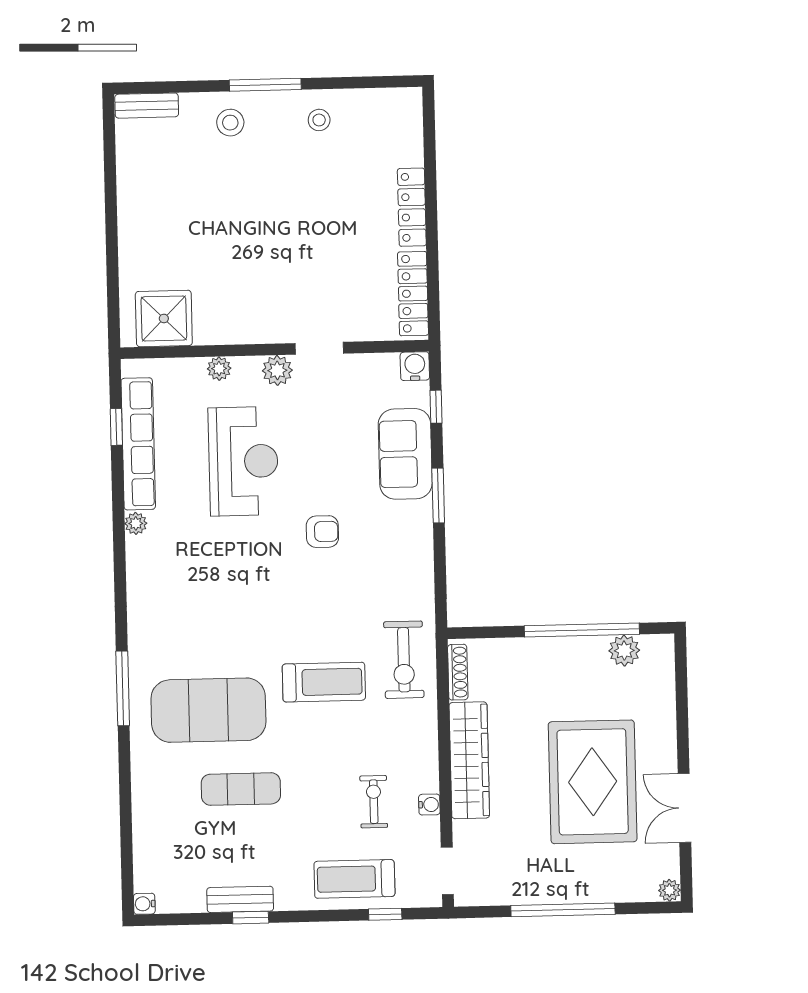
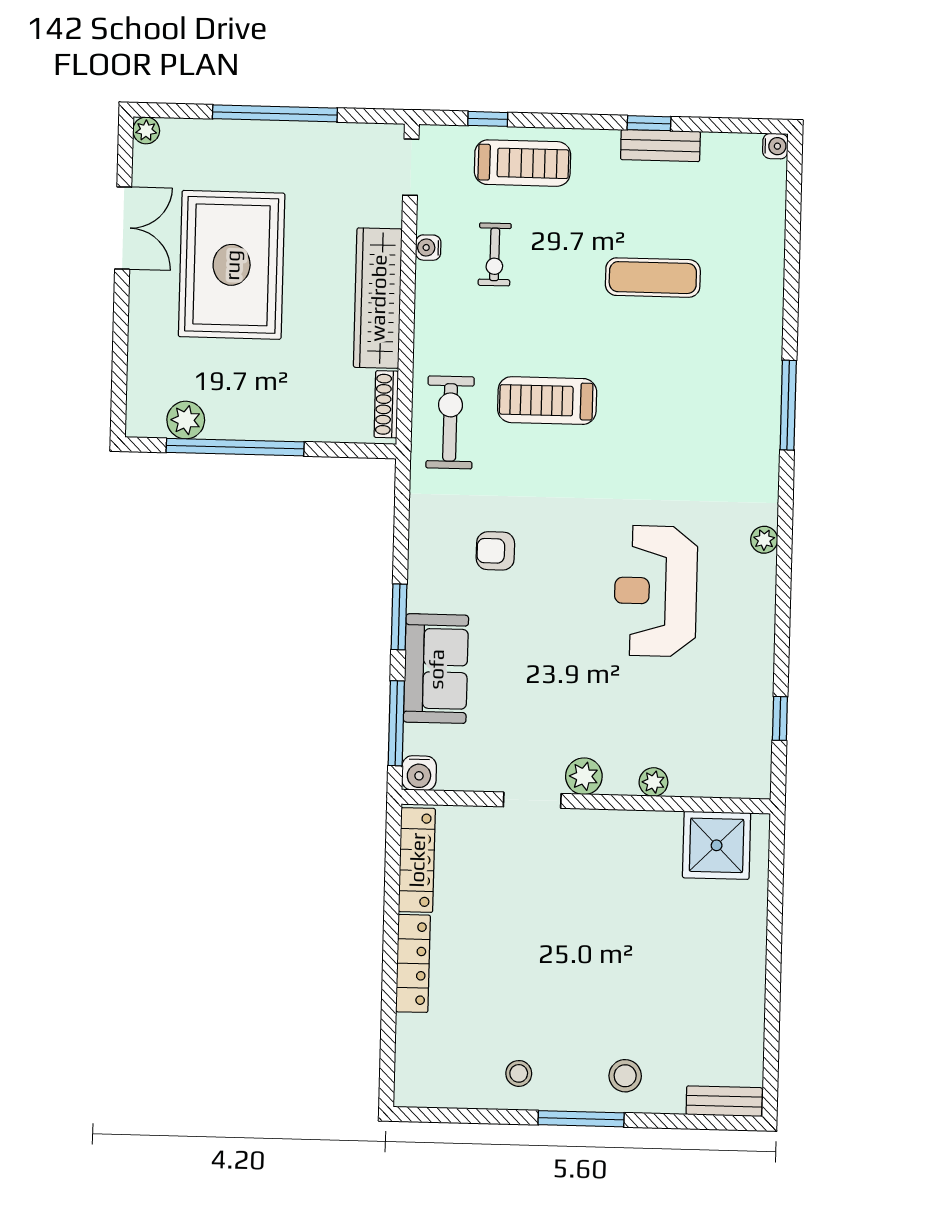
window: (436, 407) -> (396, 723), width x2.17
row of seats: (138, 444) -> (755, 697), removed
reception desk: (243, 461) -> (656, 591), moved
plant: (136, 523) -> (764, 540), moved
armchair: (322, 532) -> (495, 551), moved
exercise mat: (208, 710) -> (687, 374), removed

